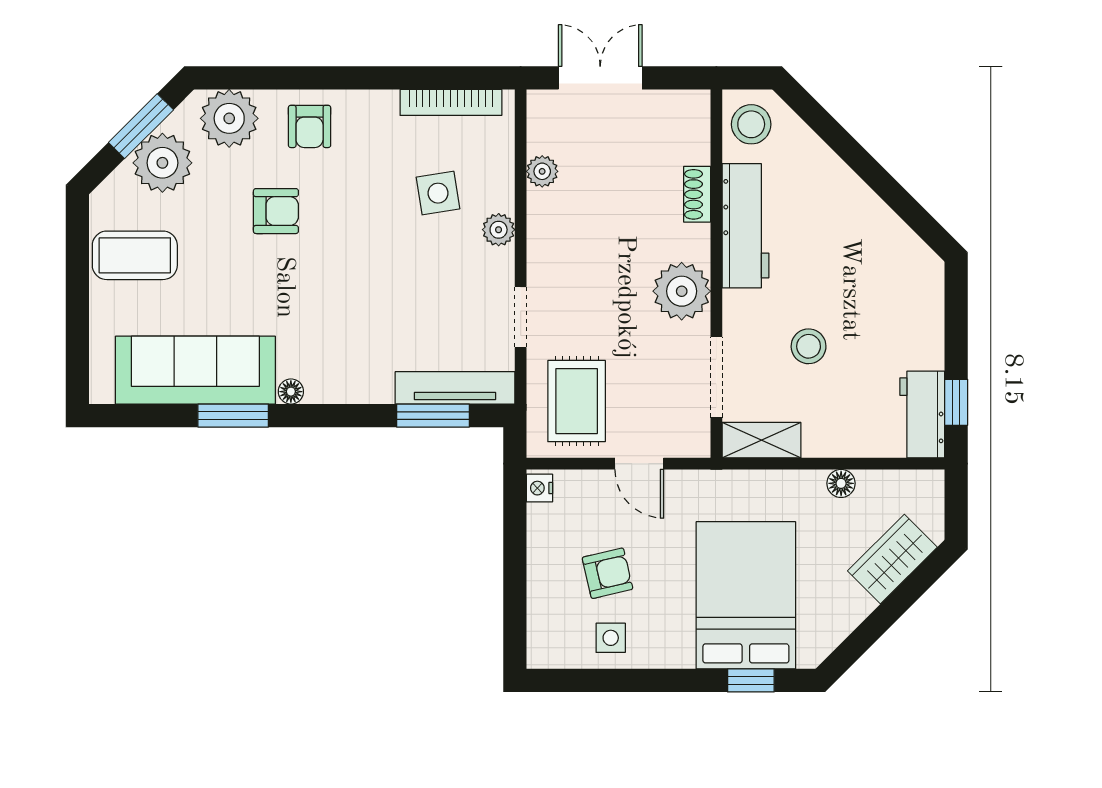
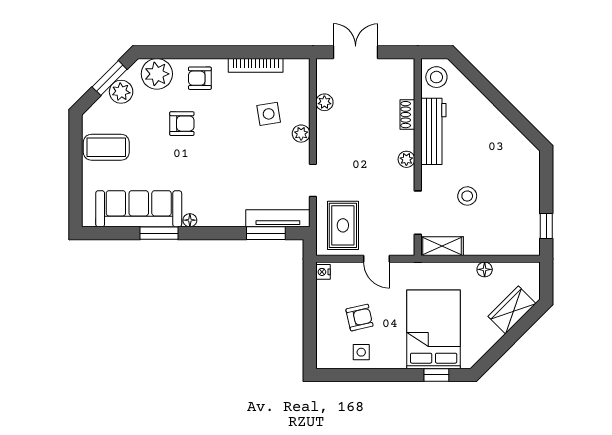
bookcase: (451, 102) -> (256, 65), moved
armchair: (310, 126) -> (200, 78), turned 90
plant: (162, 163) -> (121, 92), width x0.73, depth x0.73
plant: (682, 291) -> (406, 159), width x0.53, depth x0.53
workbench: (922, 414) -> (528, 232), removed

